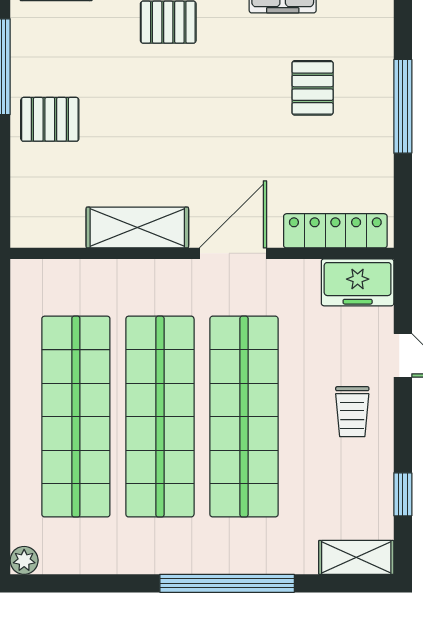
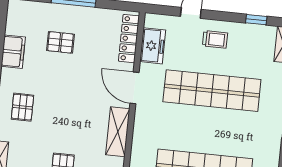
freezer: (358, 282) -> (153, 46), moved
shop shelf: (160, 417) -> (208, 130), removed

